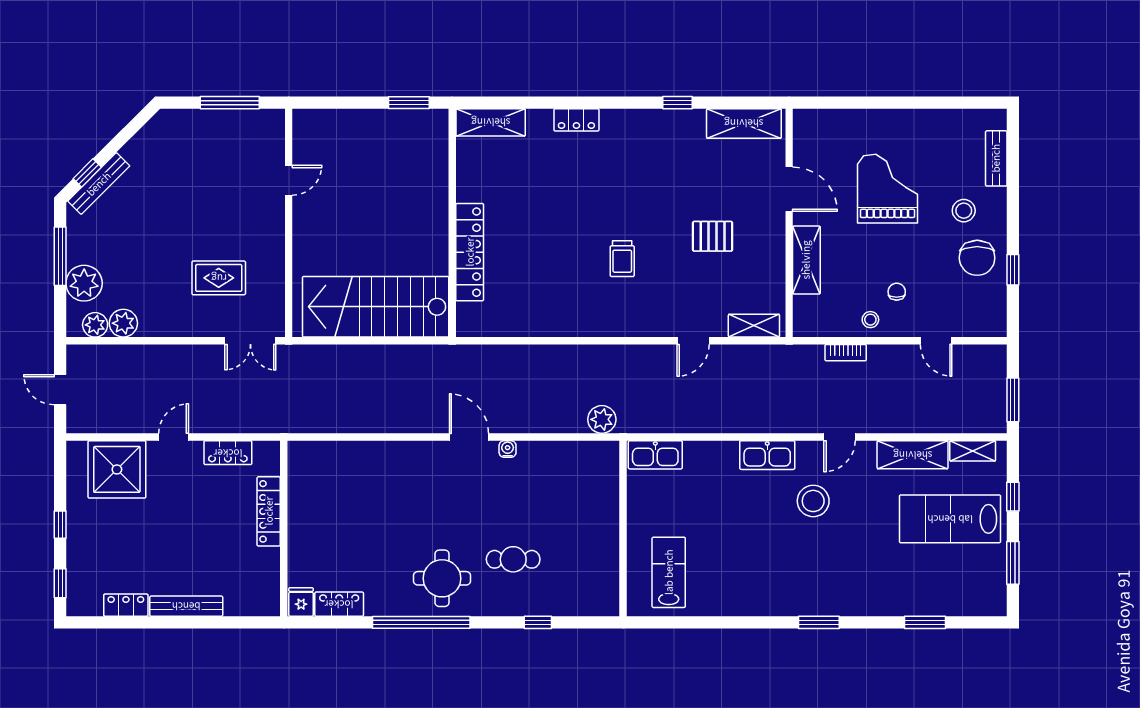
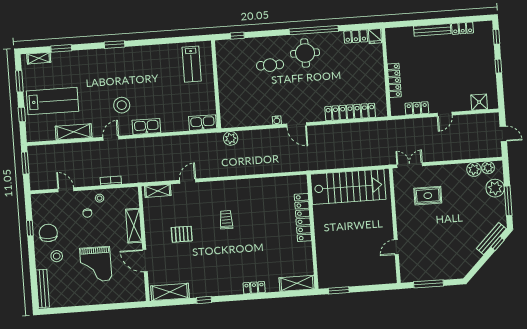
bench: (996, 158) -> (43, 288), width x1.36
shelving: (973, 451) -> (39, 58), moved
locker: (361, 455) -> (350, 112), added
shower: (117, 469) -> (479, 102), width x0.54, depth x0.54
window: (538, 622) -> (237, 36), moved

